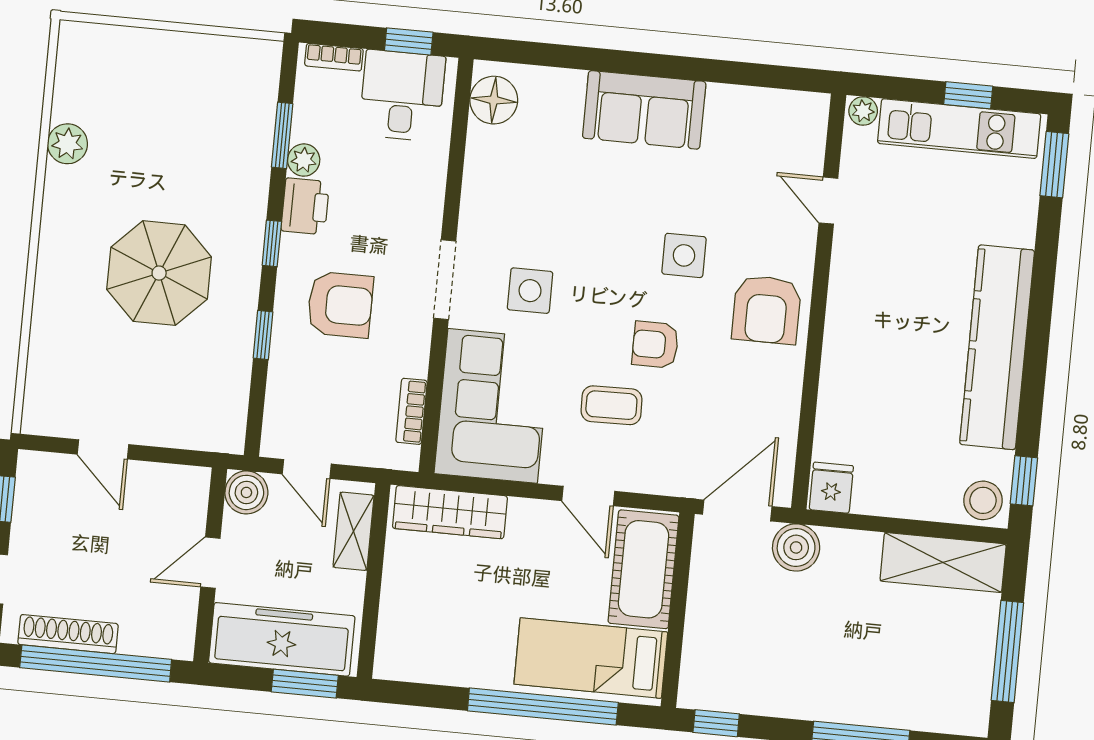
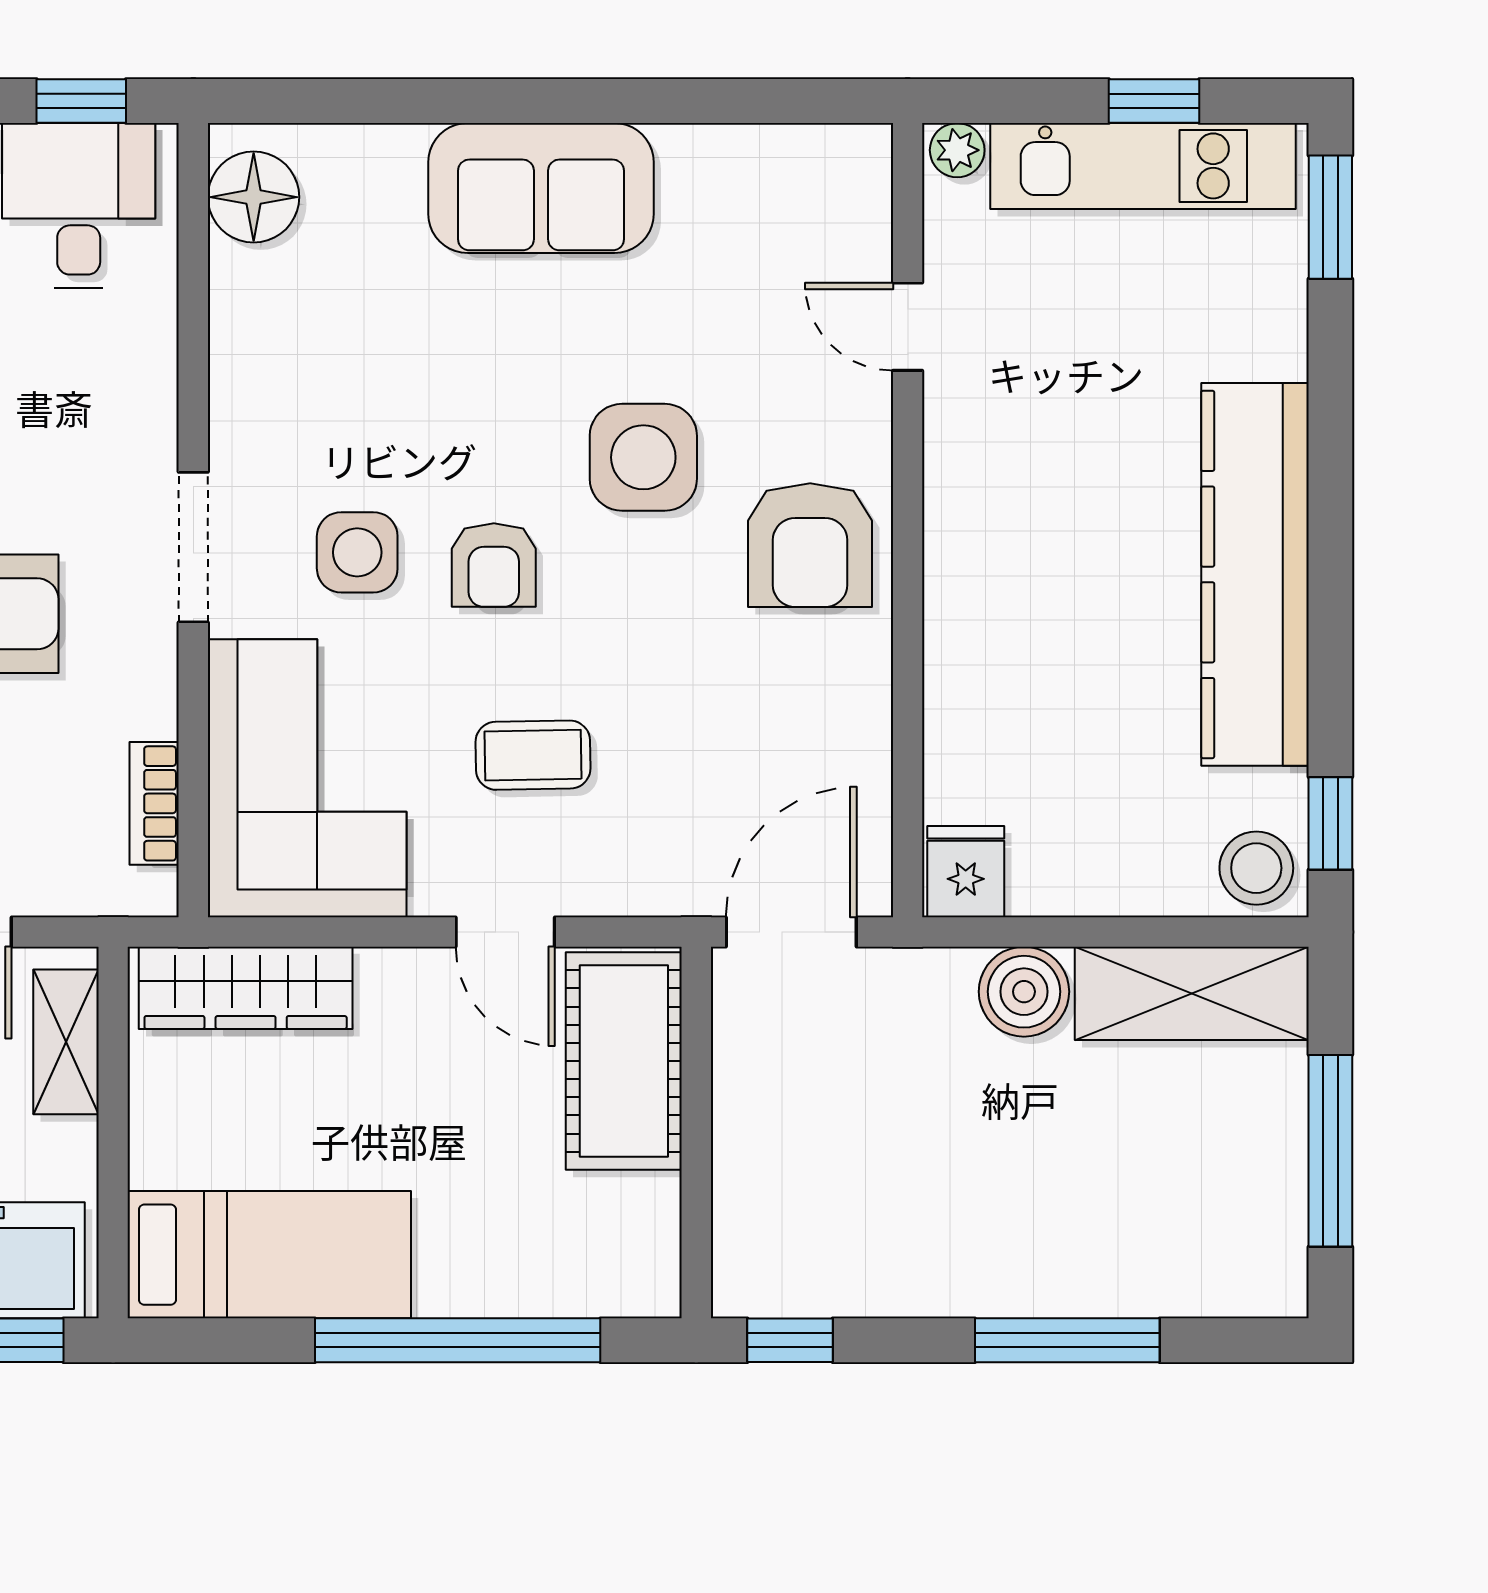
side table: (684, 255) -> (643, 457), width x1.37, depth x1.37
armchair: (655, 345) -> (494, 565), moved, turned -90
boiler: (796, 547) -> (1024, 992), moved
bed: (591, 658) -> (269, 1255), moved, turned 180

